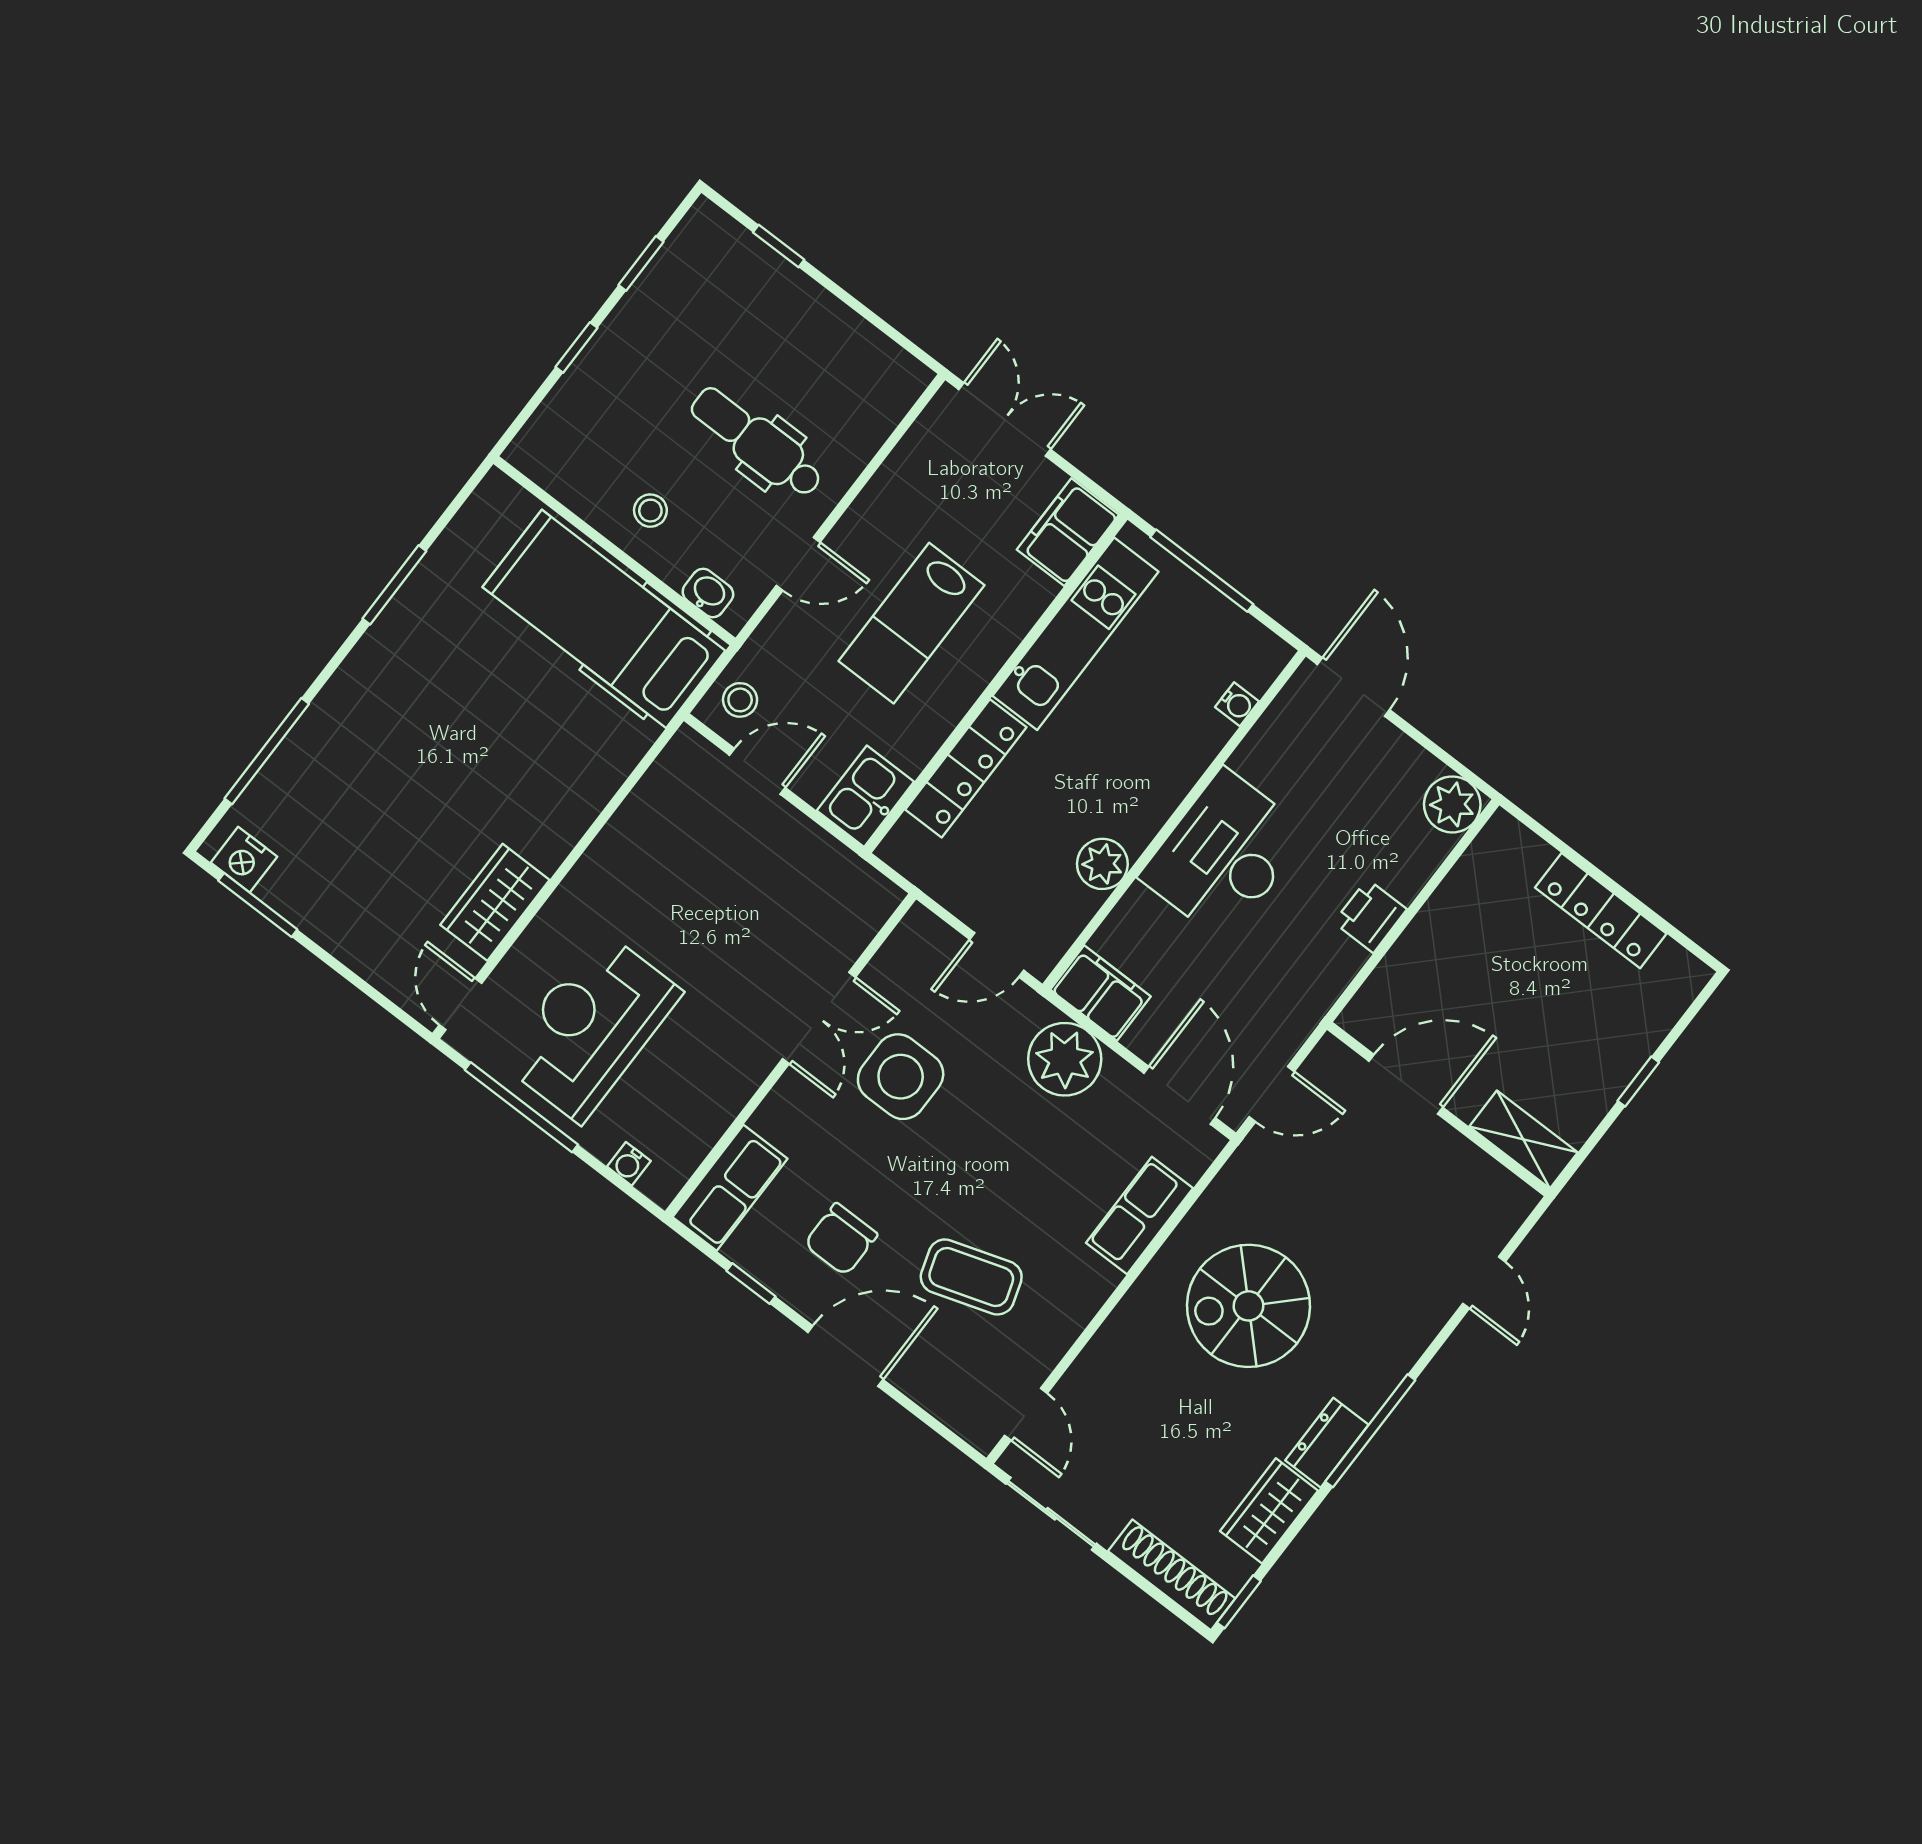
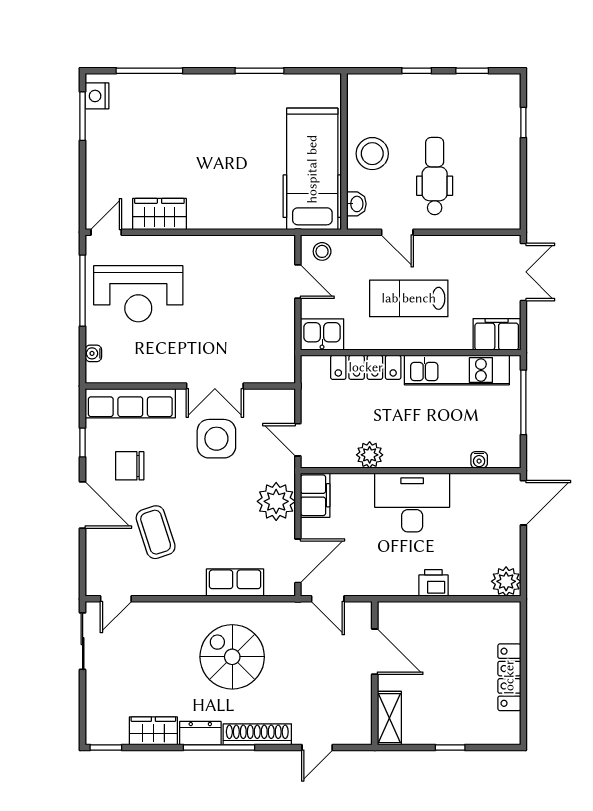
stool: (650, 511) -> (372, 154), width x1.89, depth x1.89
reception desk: (591, 1027) -> (138, 294), turned 180
row of seats: (730, 1188) -> (130, 403), width x1.48
shoe rack: (1172, 1575) -> (257, 734), moved, turned -90

